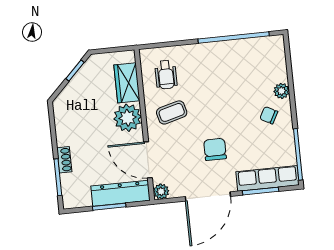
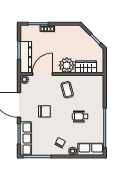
row of seats: (275, 59) -> (91, 149), added
wheelchair: (166, 75) -> (80, 116), moved

